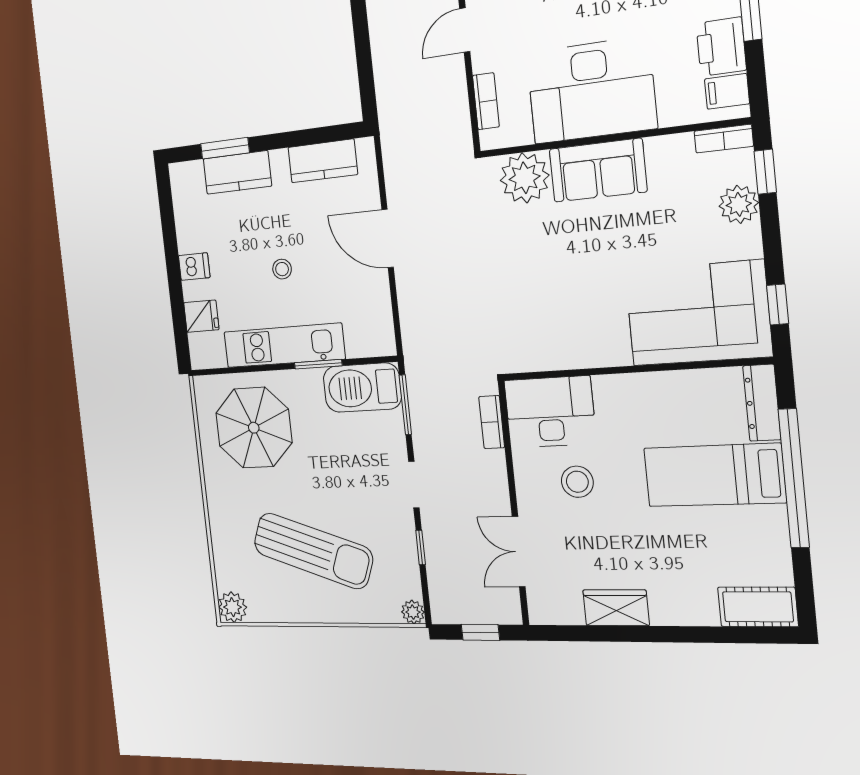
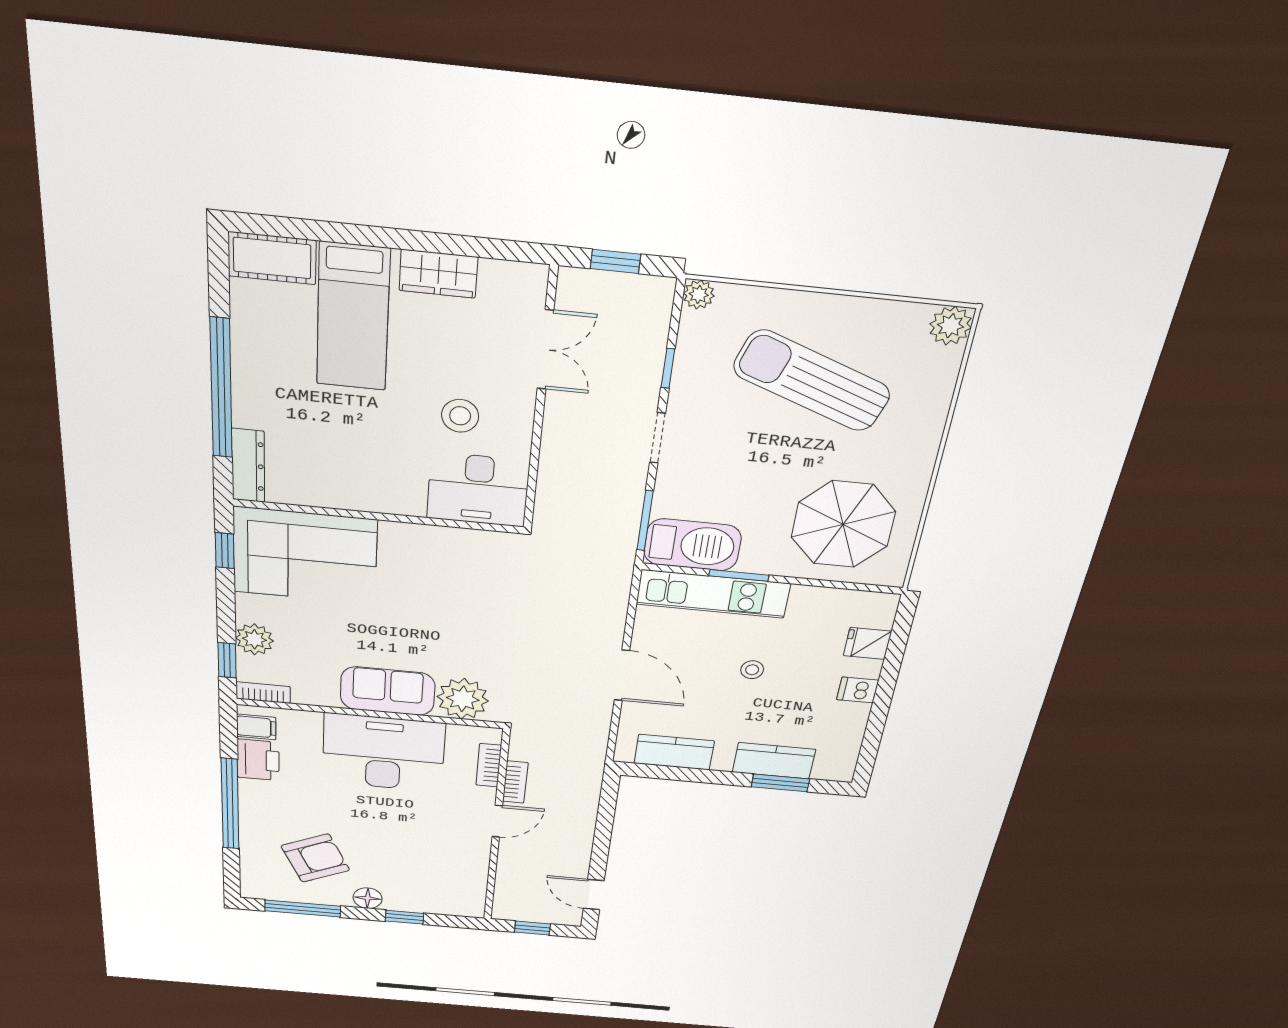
kitchen unit: (284, 345) -> (713, 594), moved
bookcase: (492, 422) -> (515, 782), moved
bed: (714, 475) -> (353, 317), moved, turned 90

